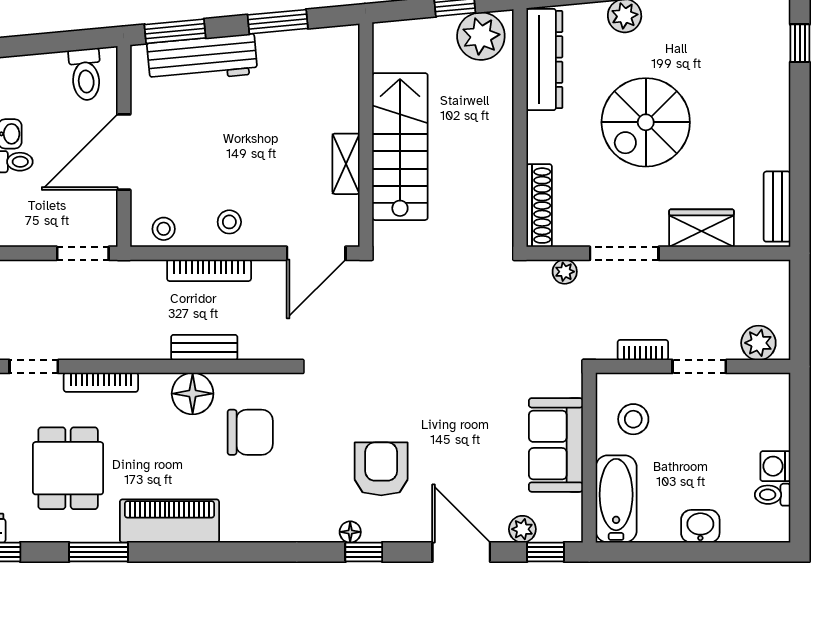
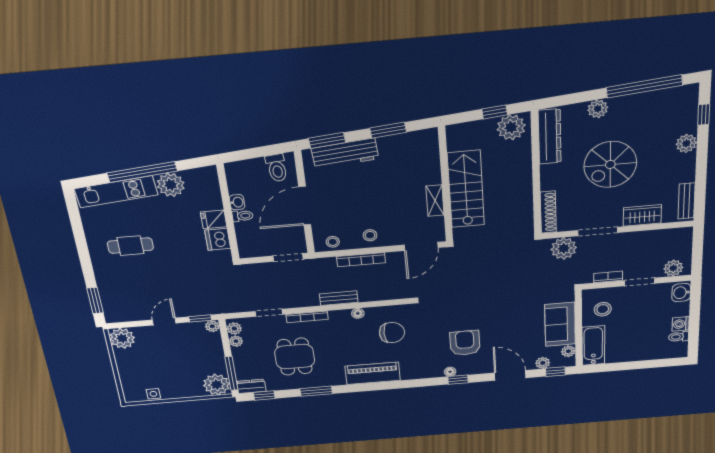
plant: (773, 94) -> (686, 143), added
plant: (565, 272) -> (564, 248), width x1.88, depth x1.88
bench: (204, 347) -> (339, 298), moved
floor lamp: (193, 394) -> (358, 313), width x0.53, depth x0.53
plant: (570, 507) -> (568, 351), added
piano: (169, 521) -> (373, 373), moved
washbasin: (700, 526) -> (681, 293), moved, turned -90

